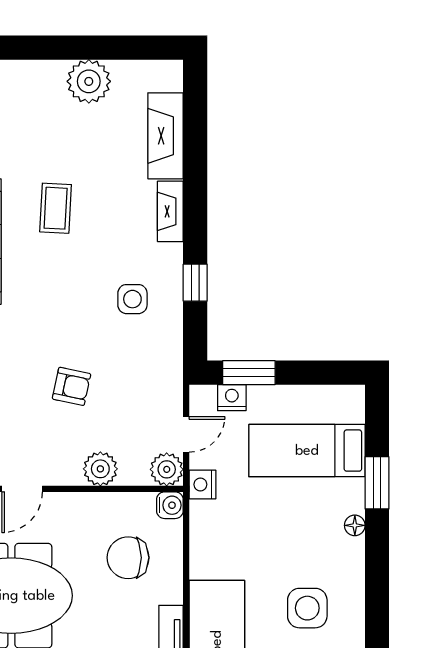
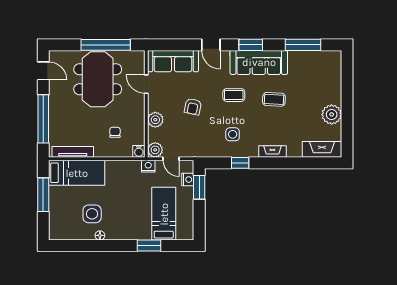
fireplace: (166, 136) -> (322, 149), moved
coffee table: (46, 296) -> (234, 95), added
floor lamp: (355, 525) -> (100, 235), moved
chair: (128, 558) -> (115, 132), width x0.54, depth x0.54

